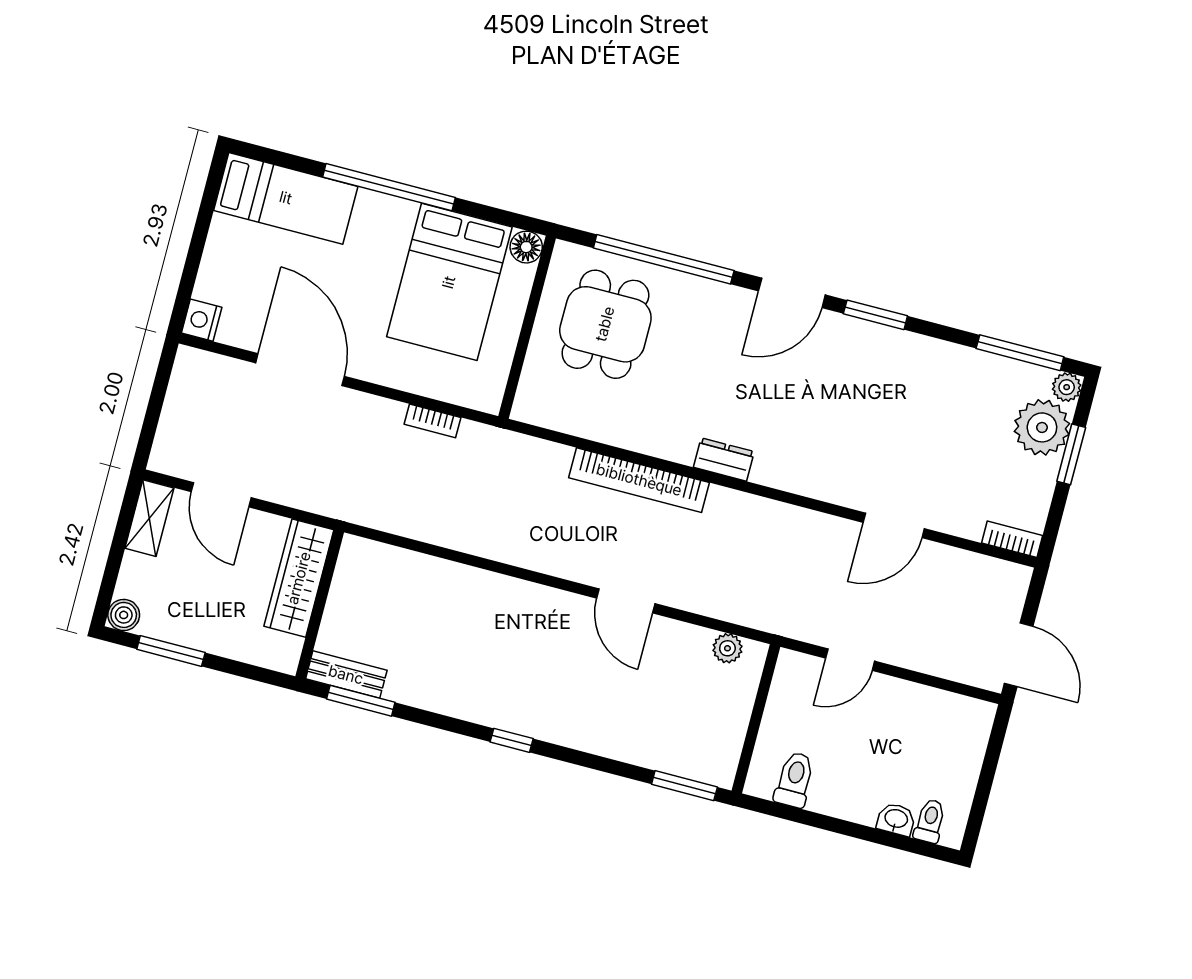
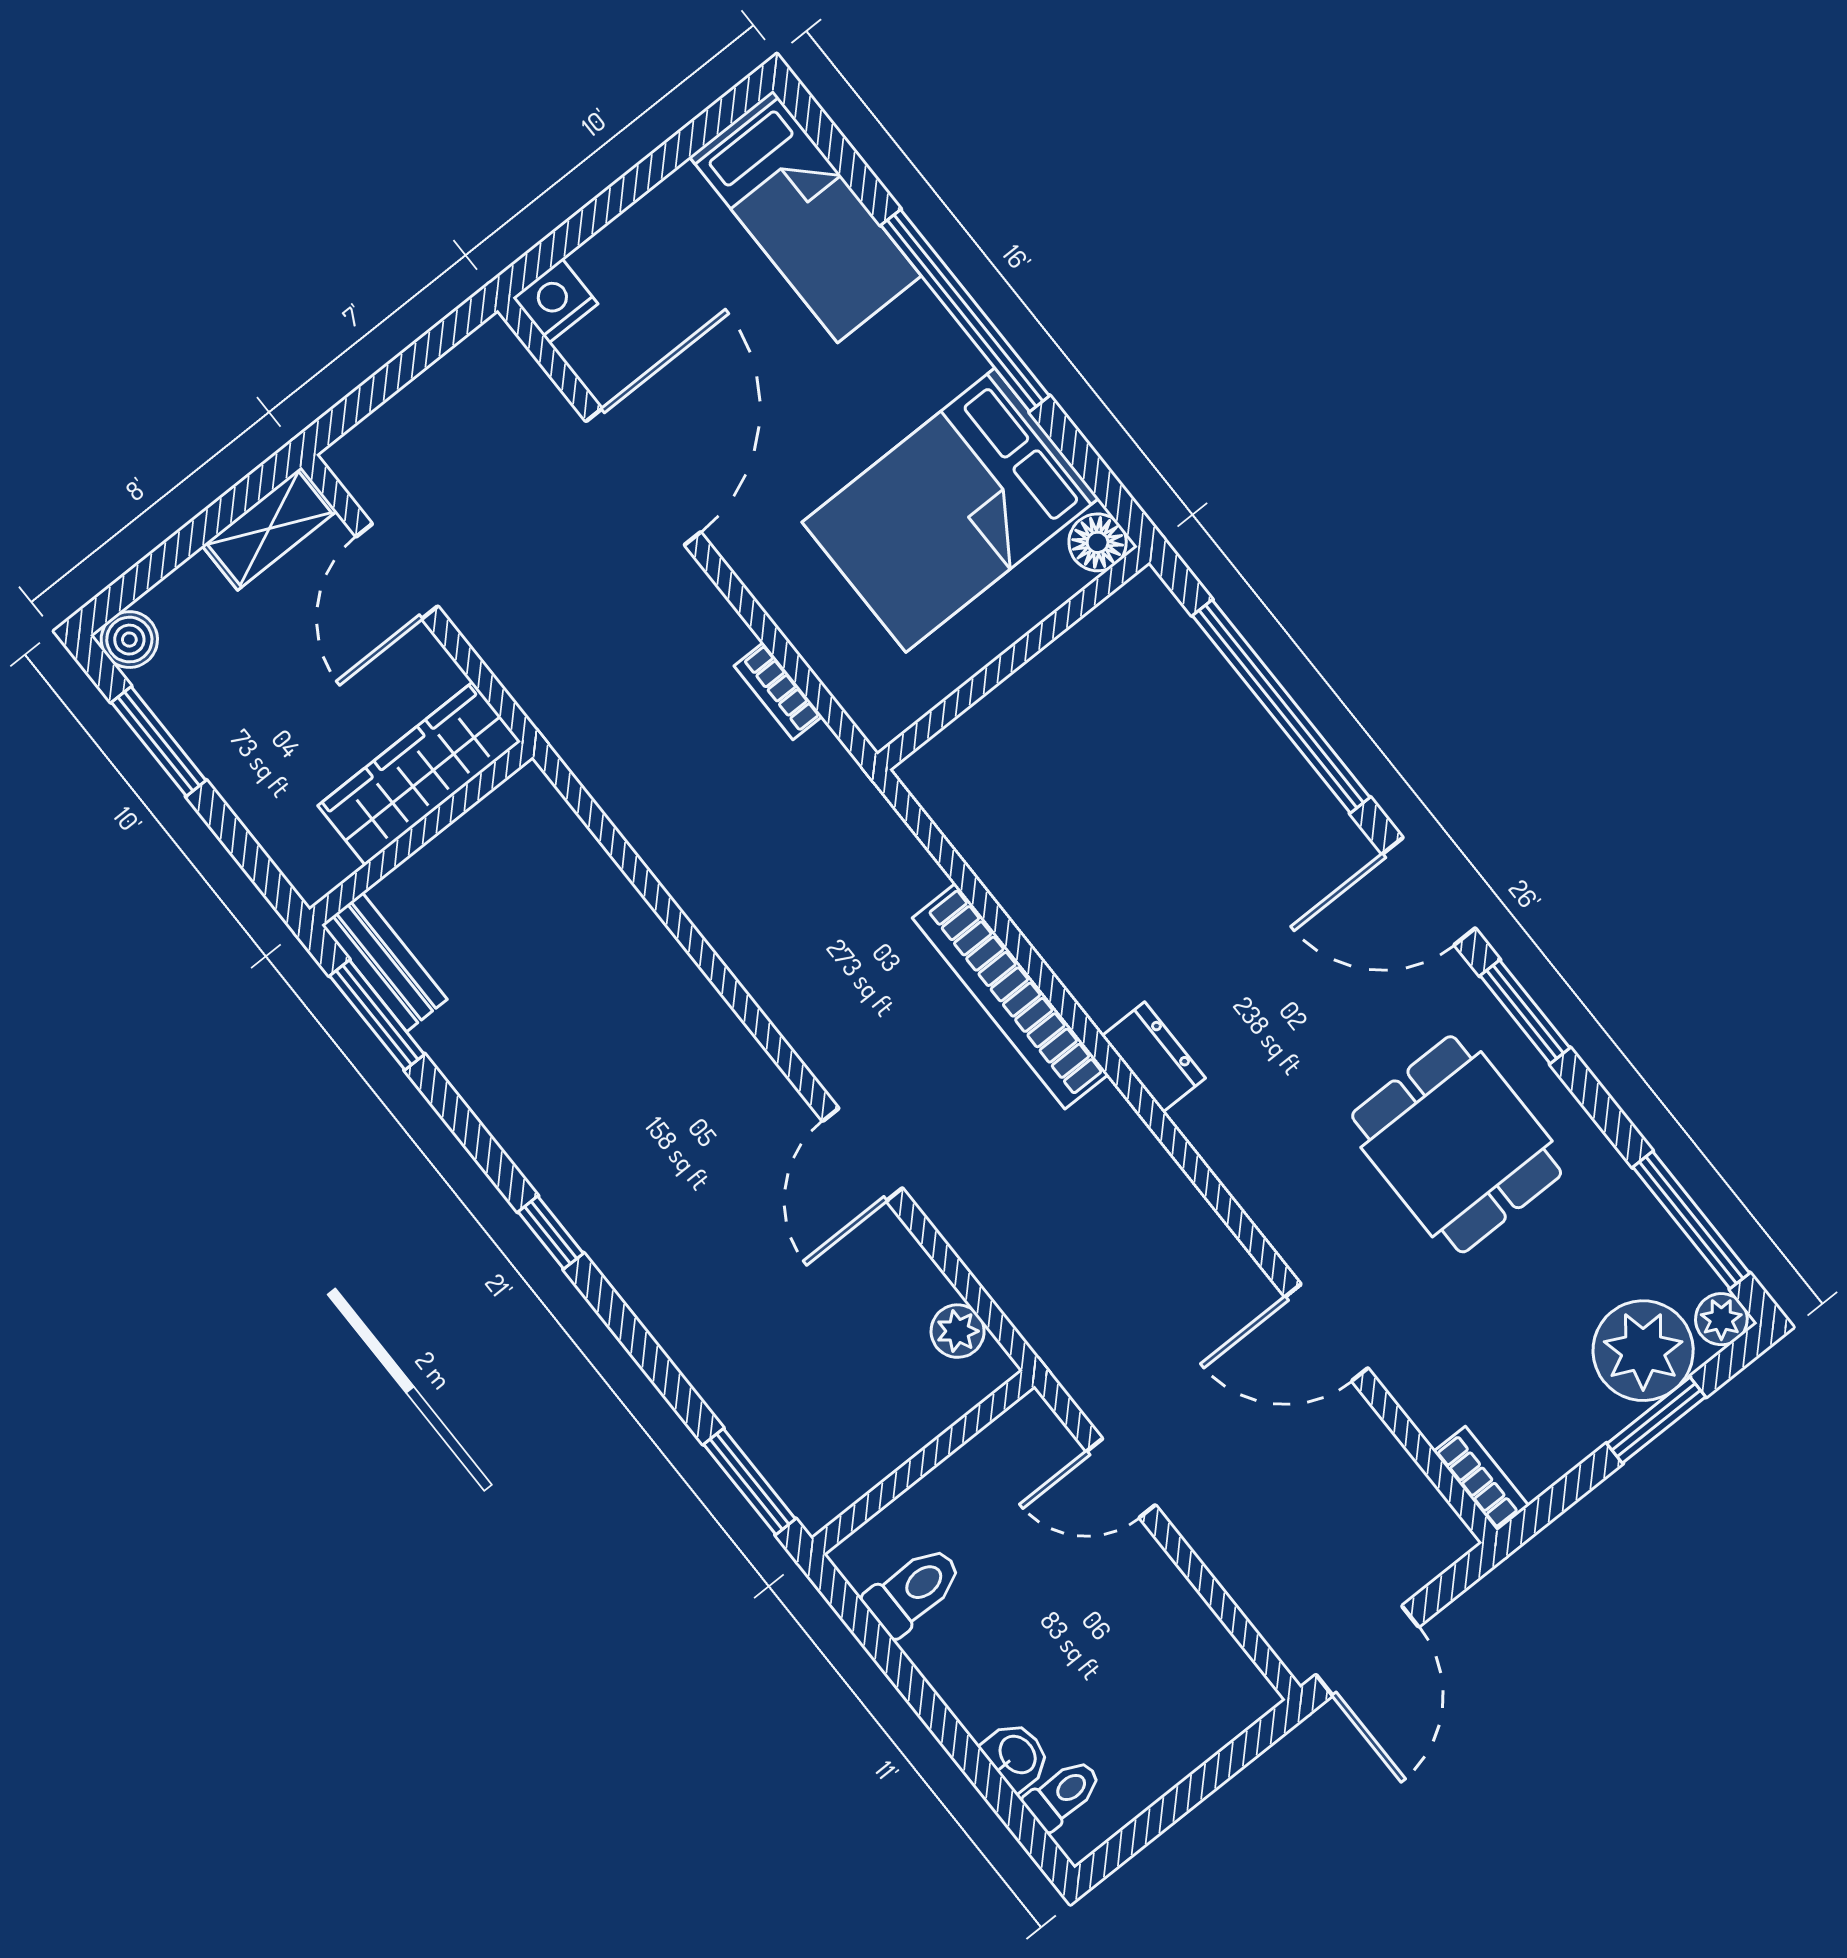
dining table: (605, 324) -> (1457, 1144), moved, turned 90

